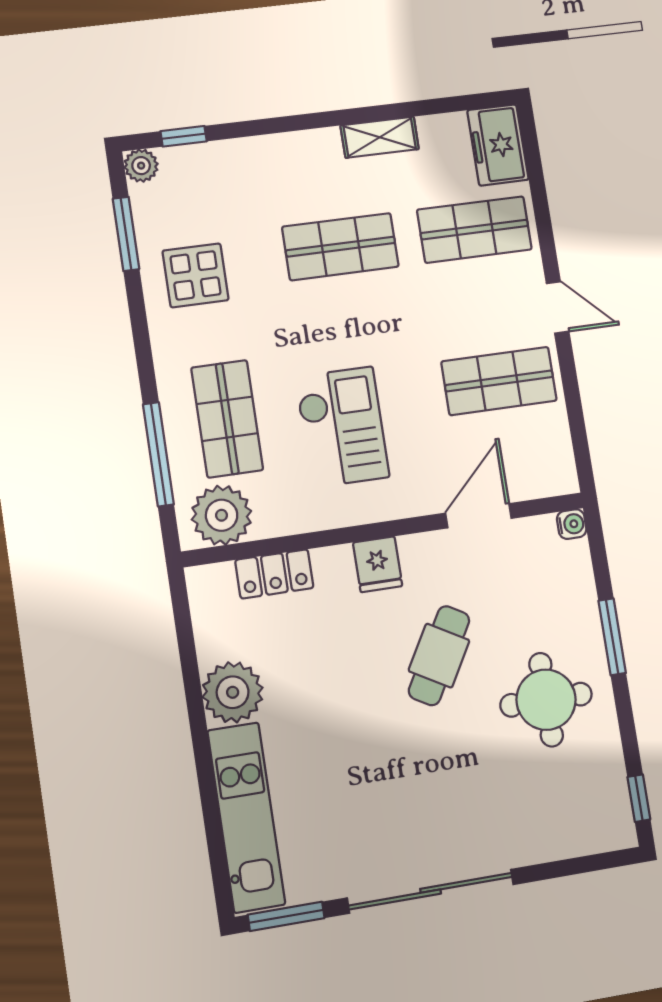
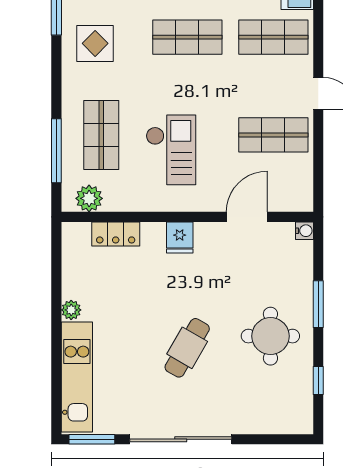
plant: (222, 515) -> (89, 198), width x0.73, depth x0.73
cafe table: (439, 656) -> (187, 348), moved
plant: (233, 692) -> (71, 310), width x0.53, depth x0.53
window: (639, 798) -> (318, 381), moved

